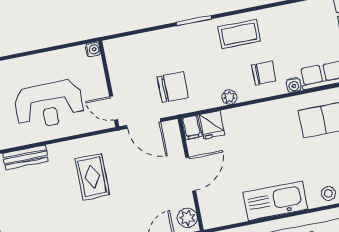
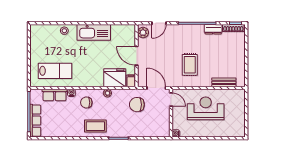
fridge: (212, 125) -> (115, 78), width x1.88, depth x1.34
door: (191, 174) -> (137, 56), hinge flipped

